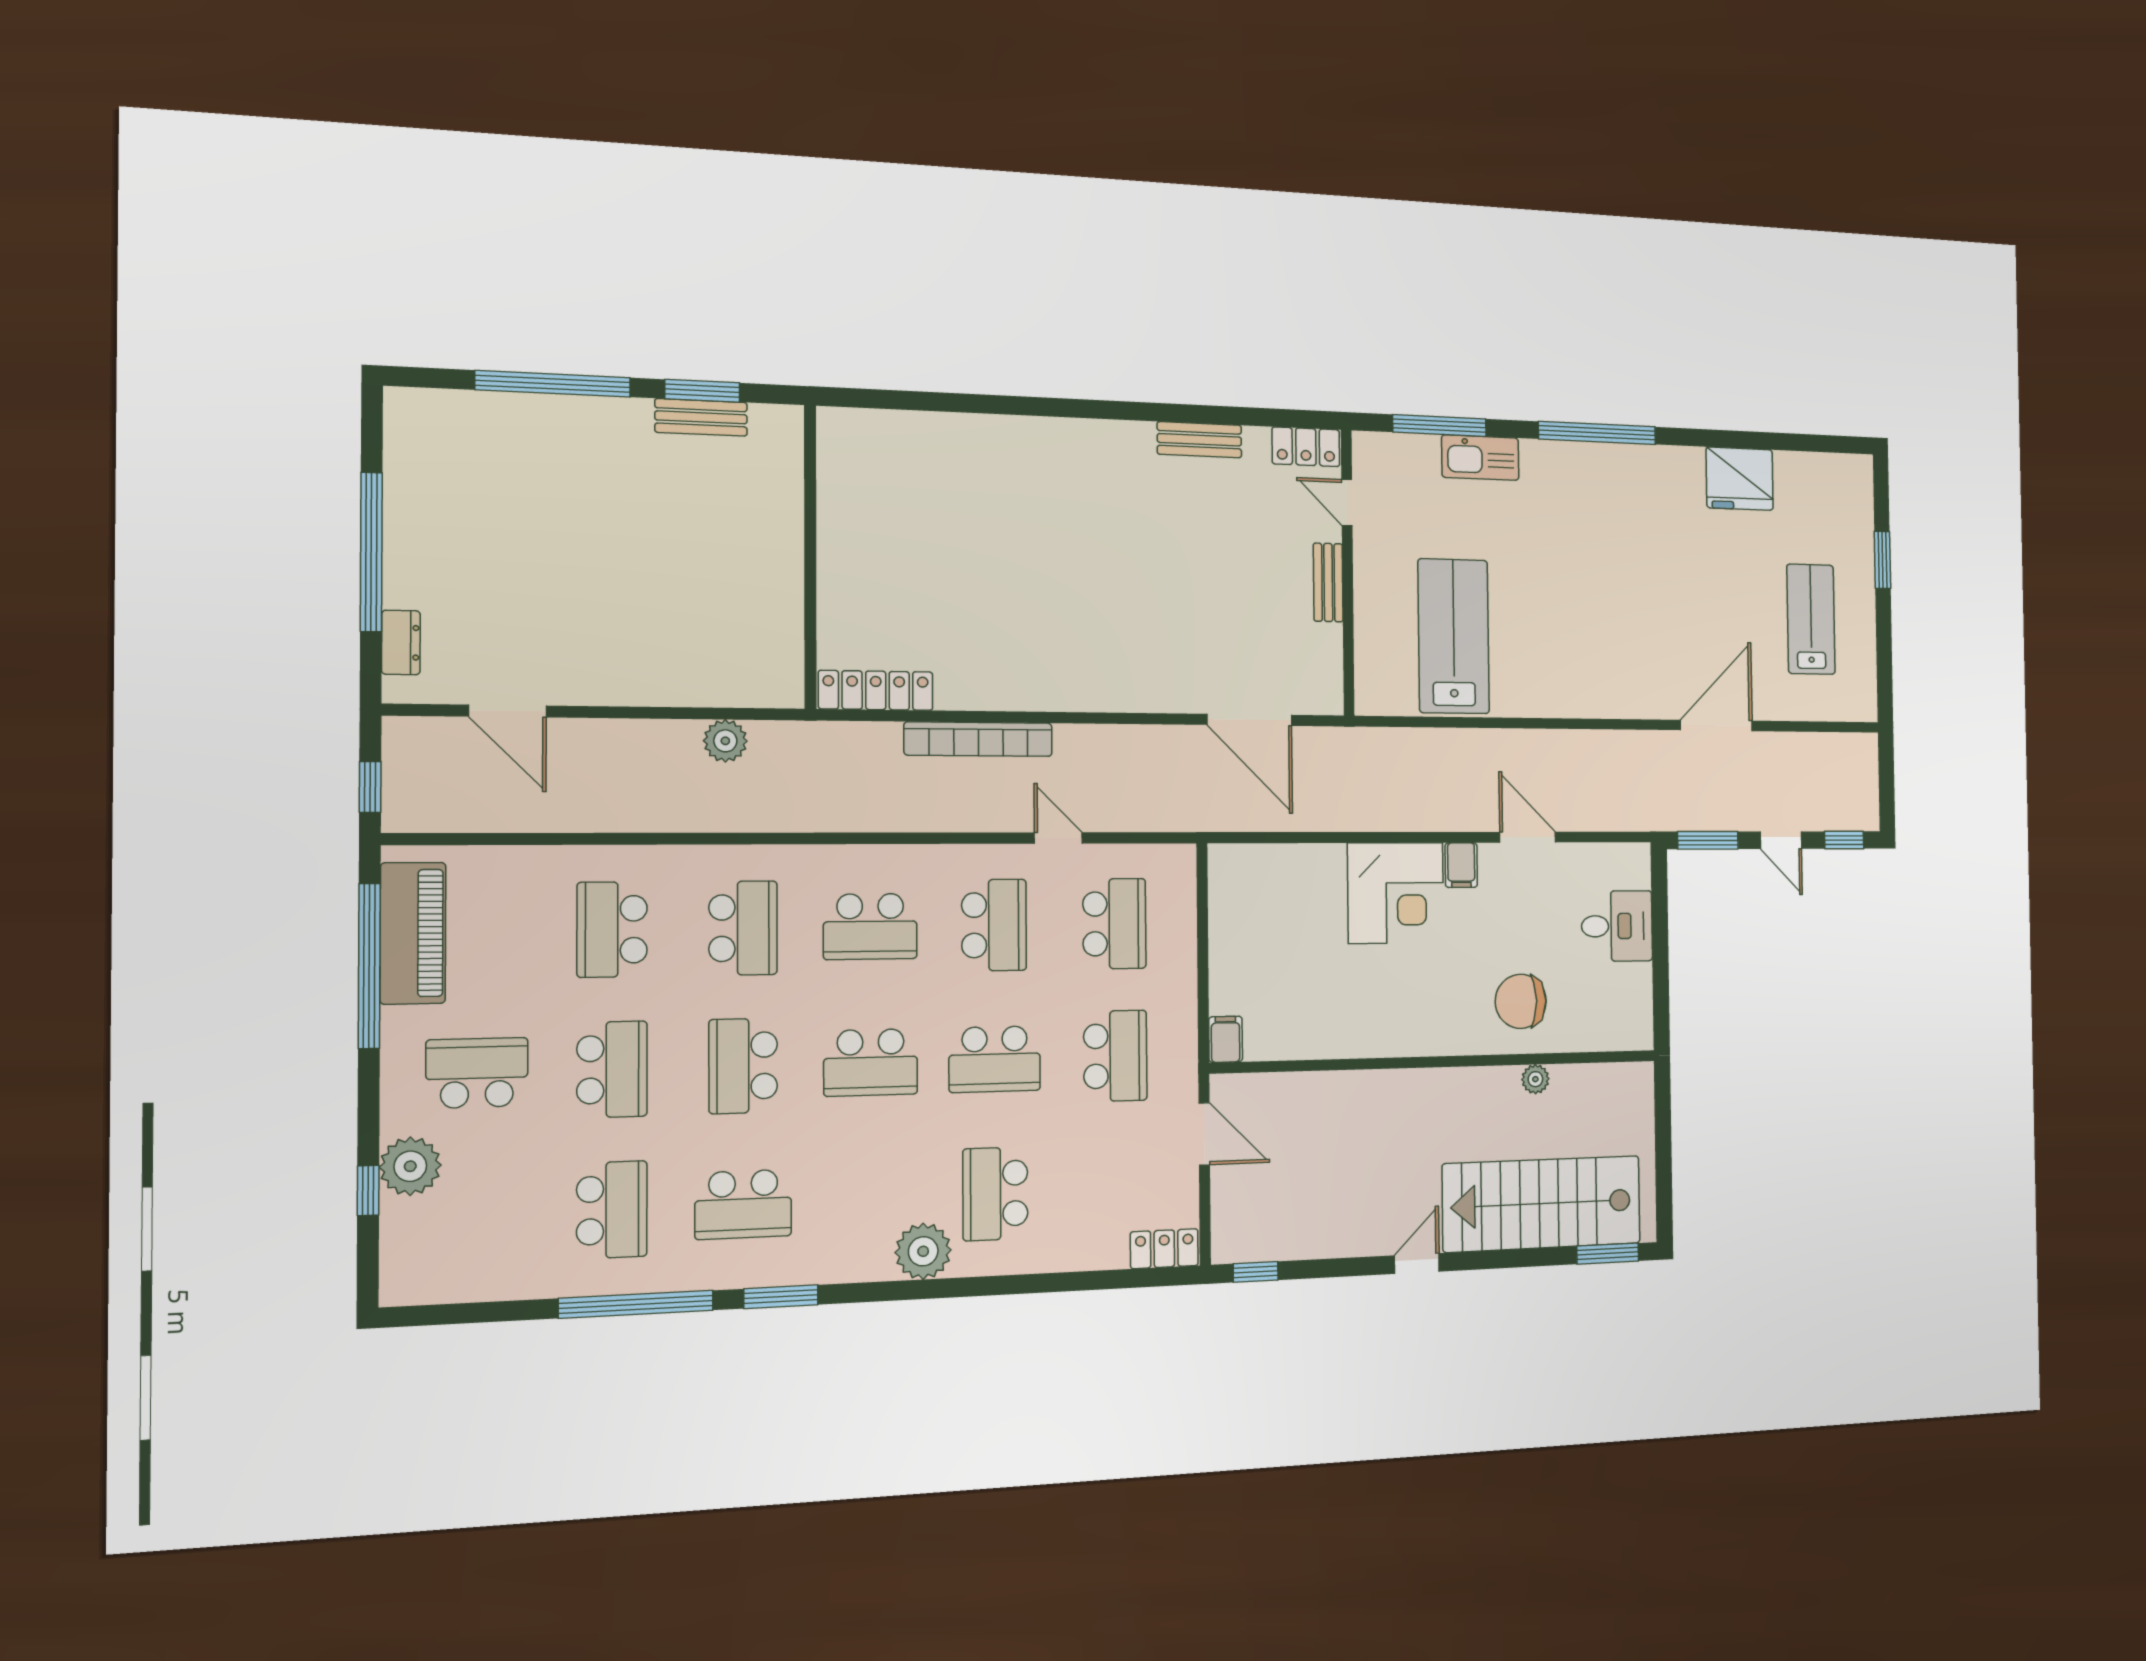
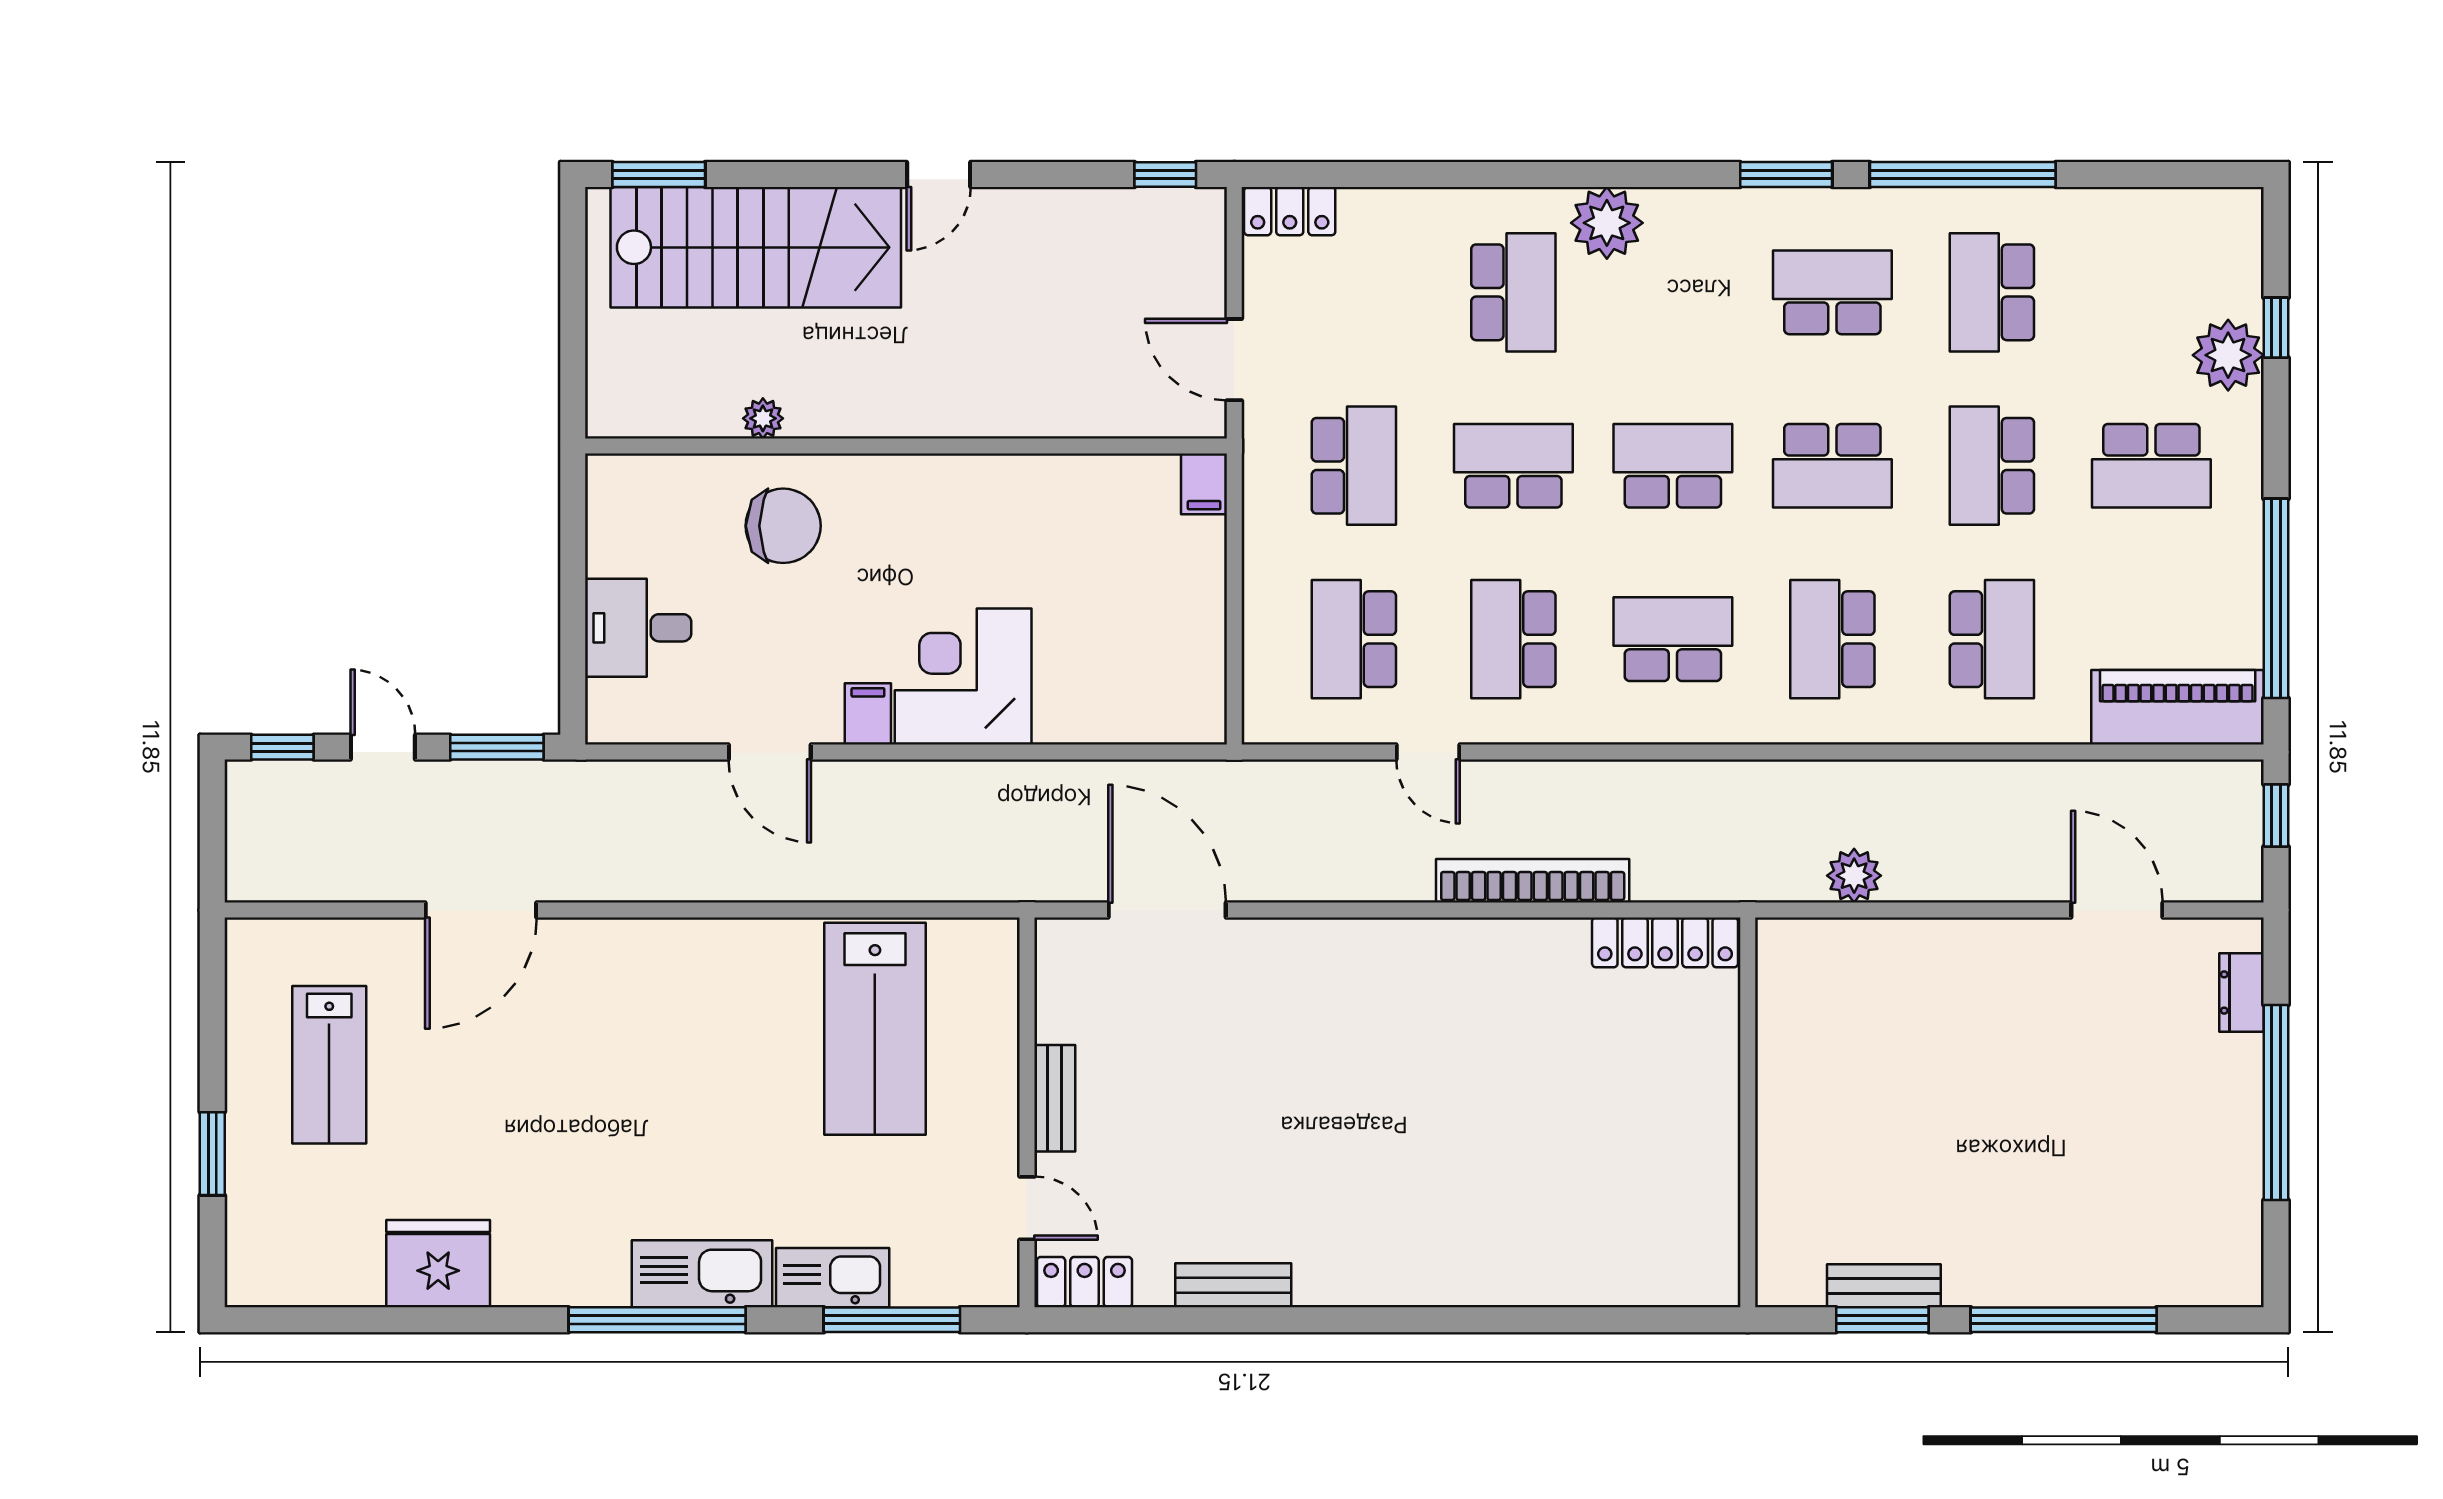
kitchen sink: (1568, 464) -> (702, 1274), added
piano: (413, 933) -> (2178, 707), moved, turned 90
school desk: (1115, 1056) -> (1354, 466), turned 180
school desk: (743, 1066) -> (1832, 466), turned 90

